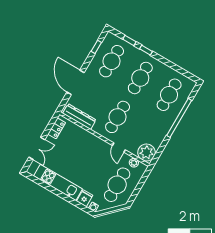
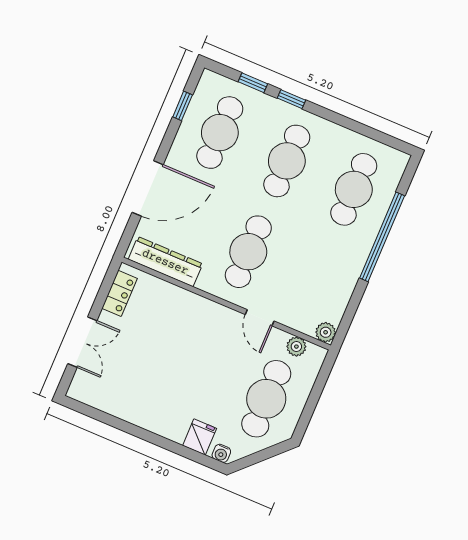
door: (75, 82) -> (148, 188), swing flipped
plant: (146, 153) -> (326, 332), width x0.53, depth x0.53
kitchen unit: (58, 182) -> (137, 410), removed

